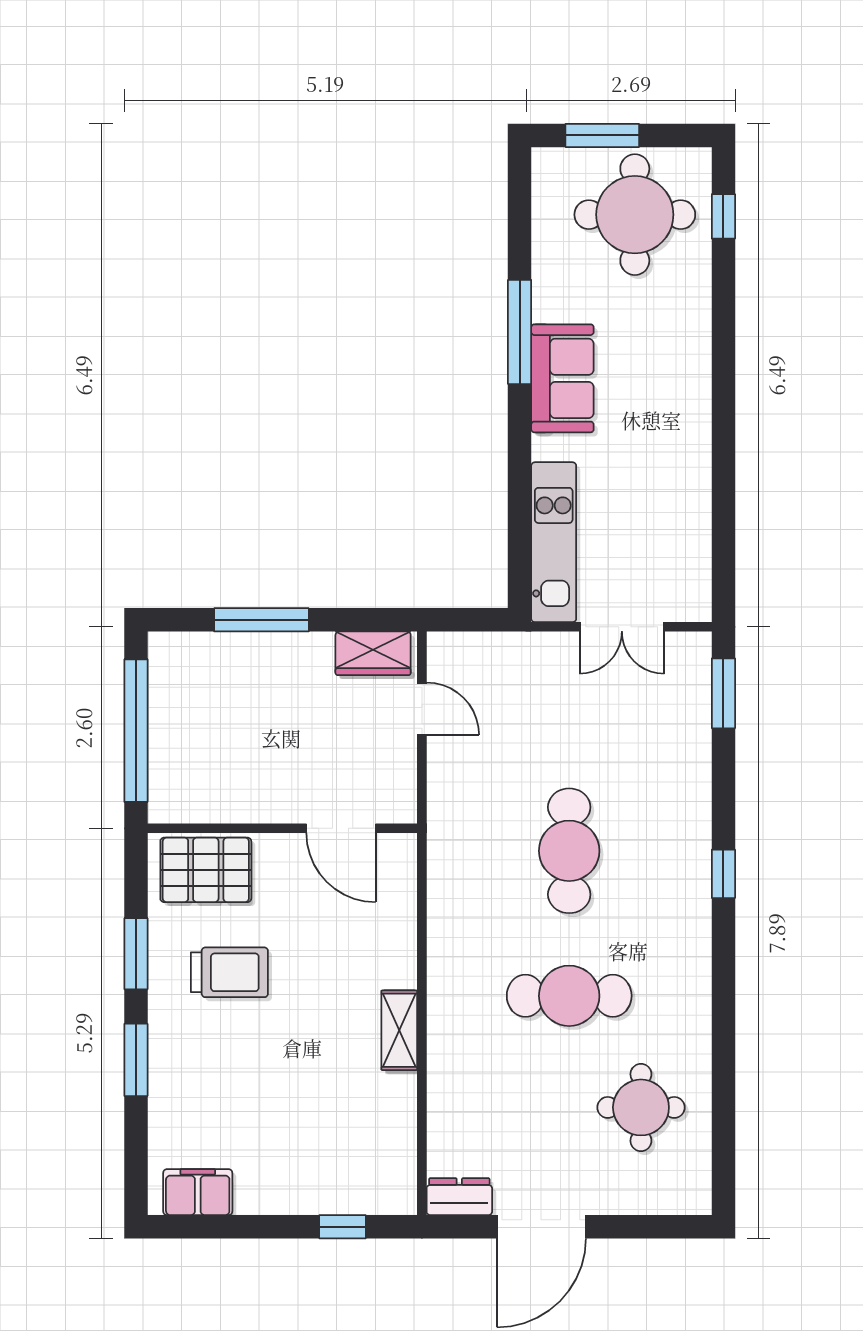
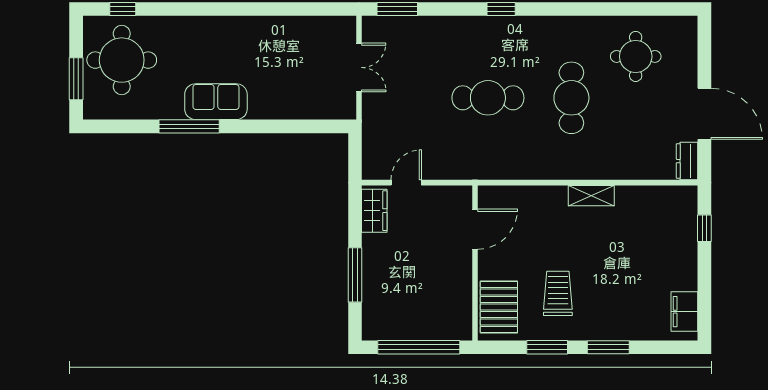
kitchen unit: (554, 542) -> (310, 107), removed

